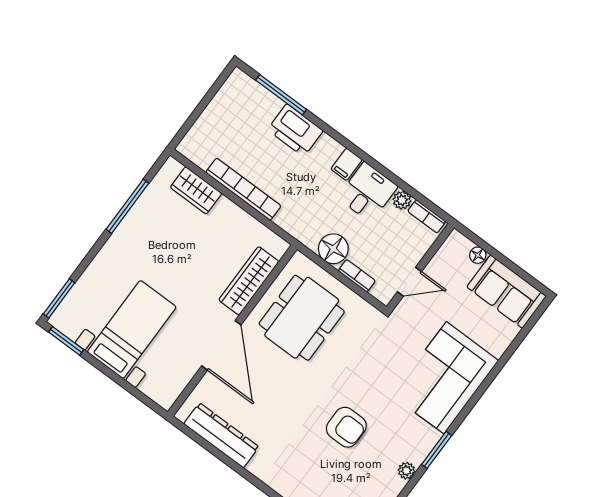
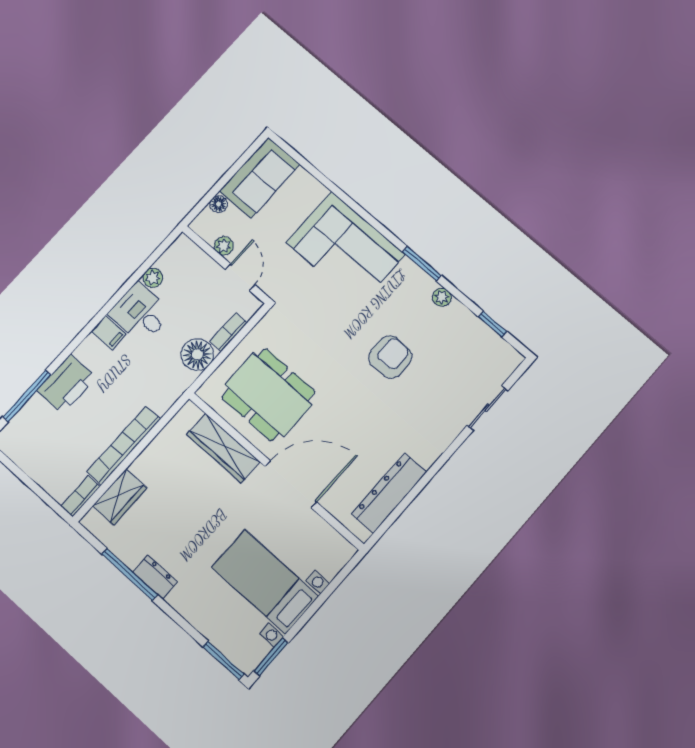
bookcase: (427, 216) -> (80, 496), moved, turned 180
dresser: (127, 230) -> (155, 577), added
plant: (438, 264) -> (224, 246), added

